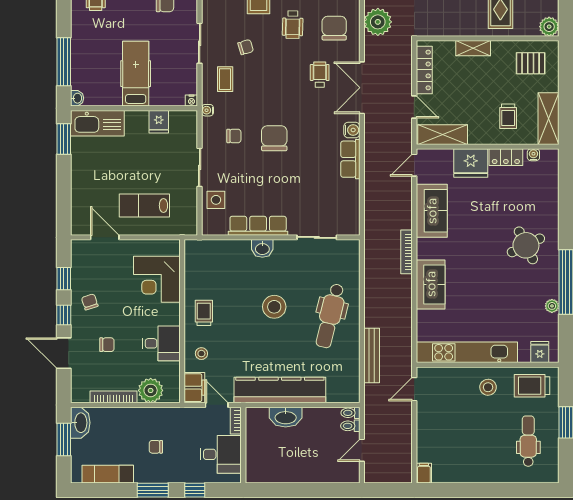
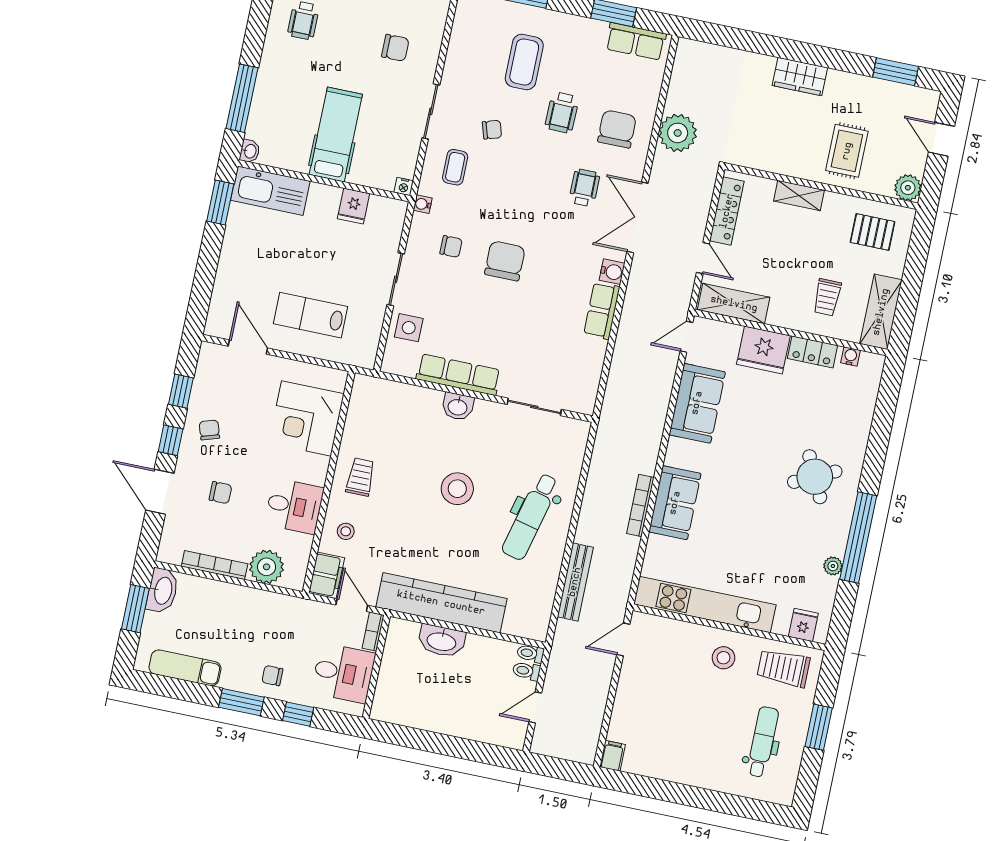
bookcase: (407, 252) -> (640, 506), moved
chair: (156, 447) -> (272, 676), moved

